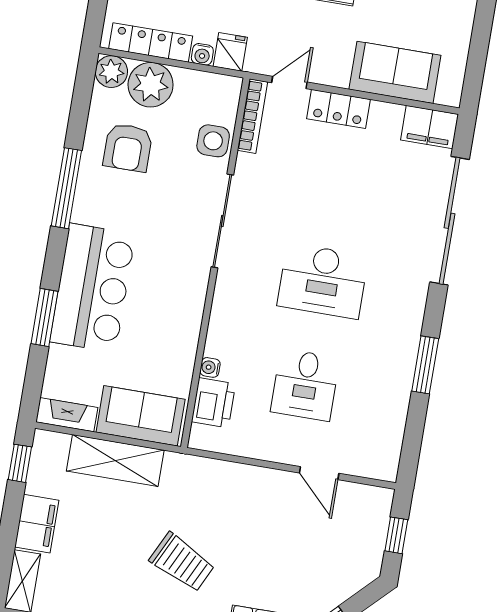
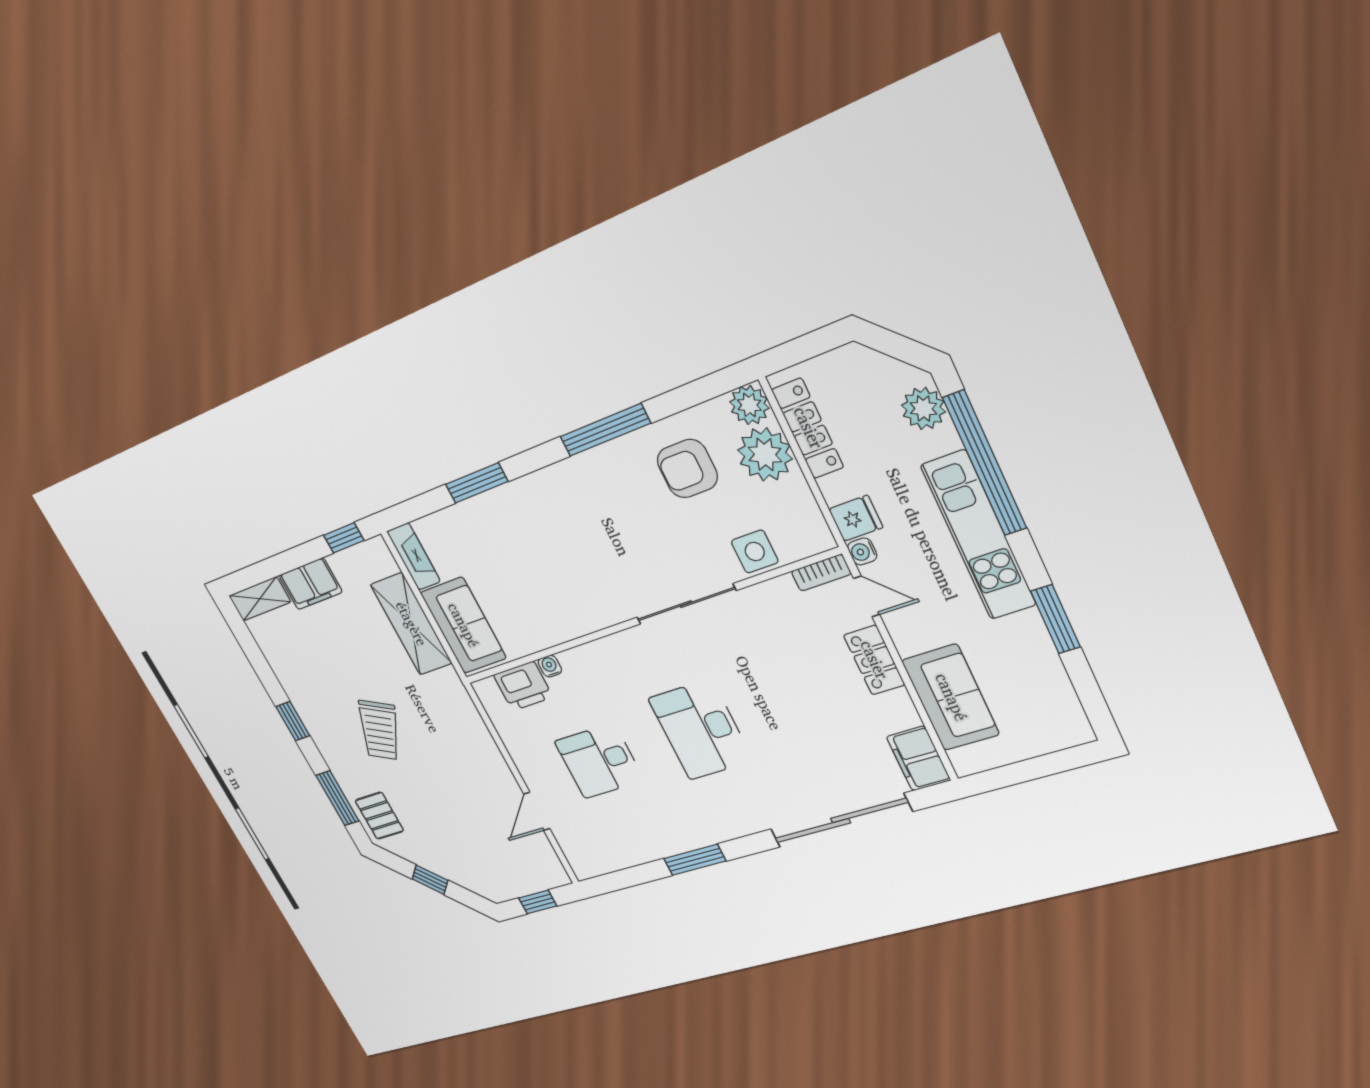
water cooler: (202, 54) -> (862, 551), moved
bookcase: (252, 116) -> (821, 573), width x0.64
bar counter: (93, 288) -> (536, 513), removed

